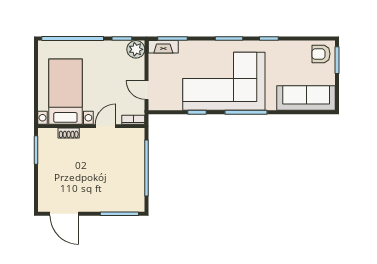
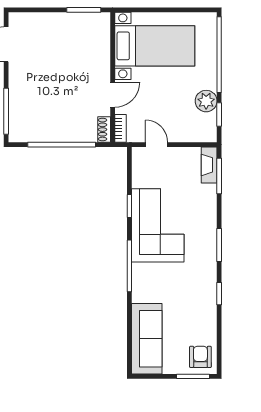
plant: (136, 49) -> (206, 101), moved
corner sofa: (224, 81) -> (158, 225), width x0.73, depth x0.74
door: (147, 90) -> (156, 145), hinge flipped
door: (106, 126) -> (113, 95), hinge flipped
shoe rack: (69, 133) -> (104, 130), moved

